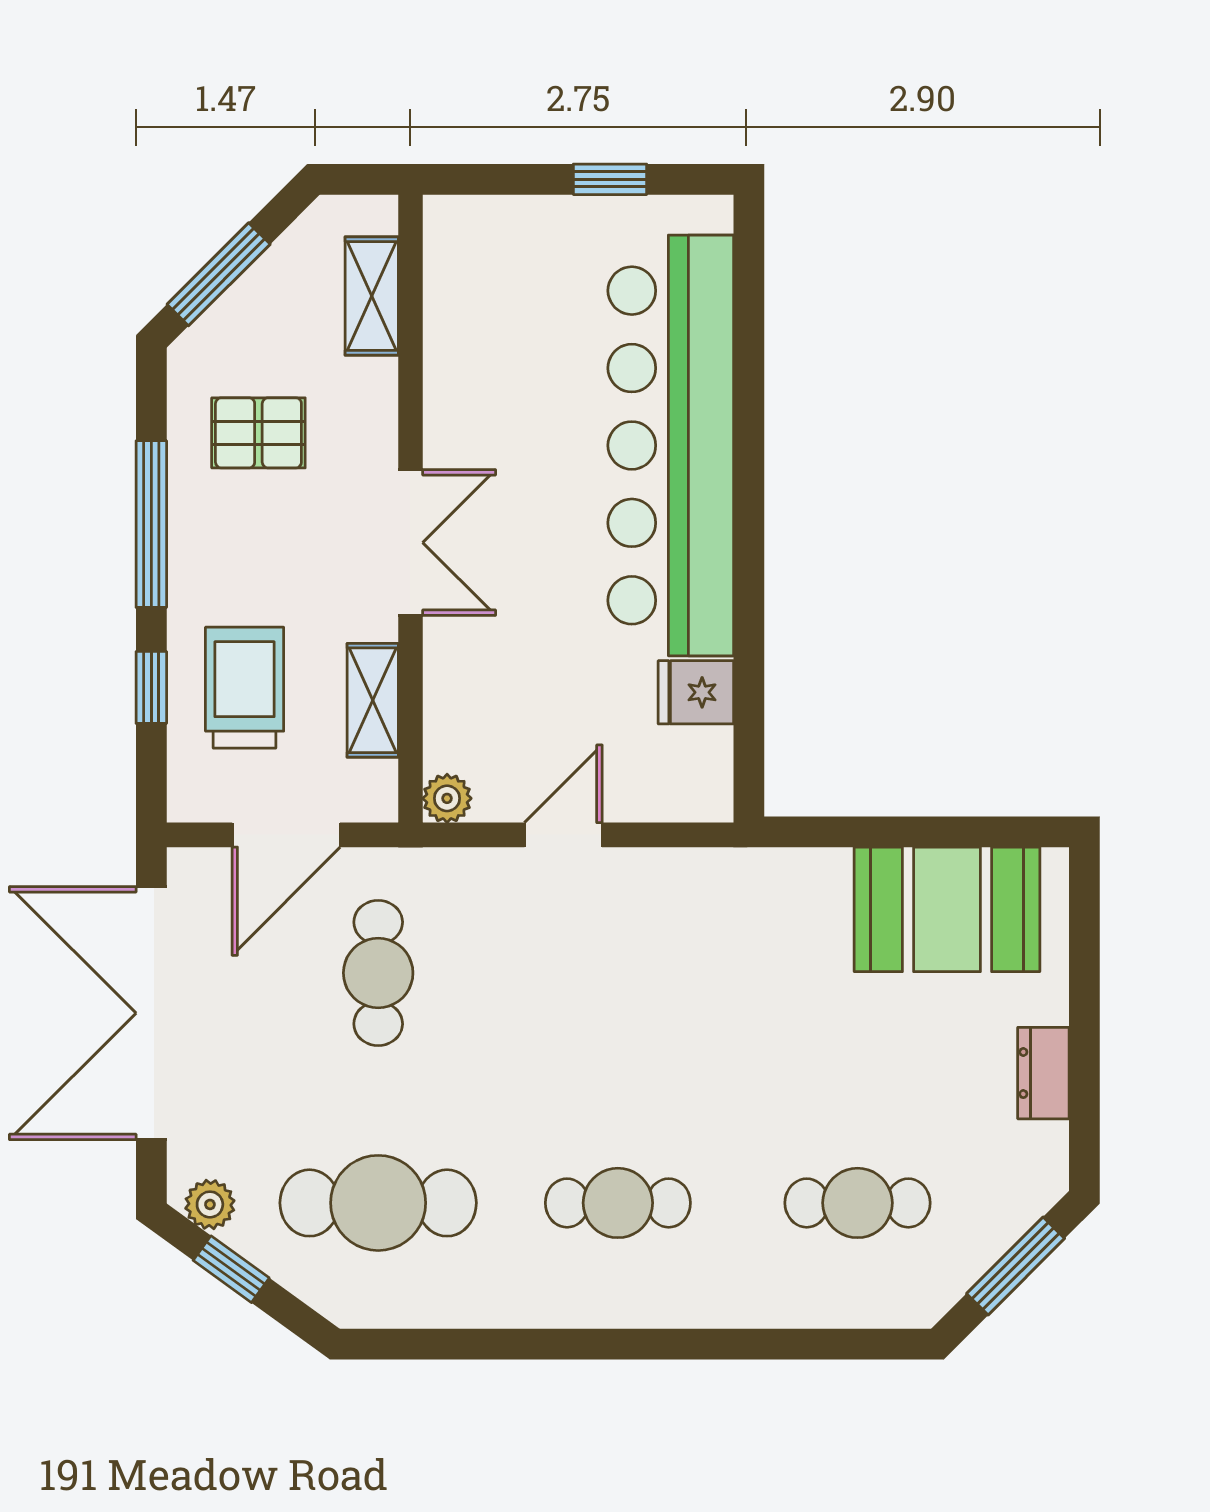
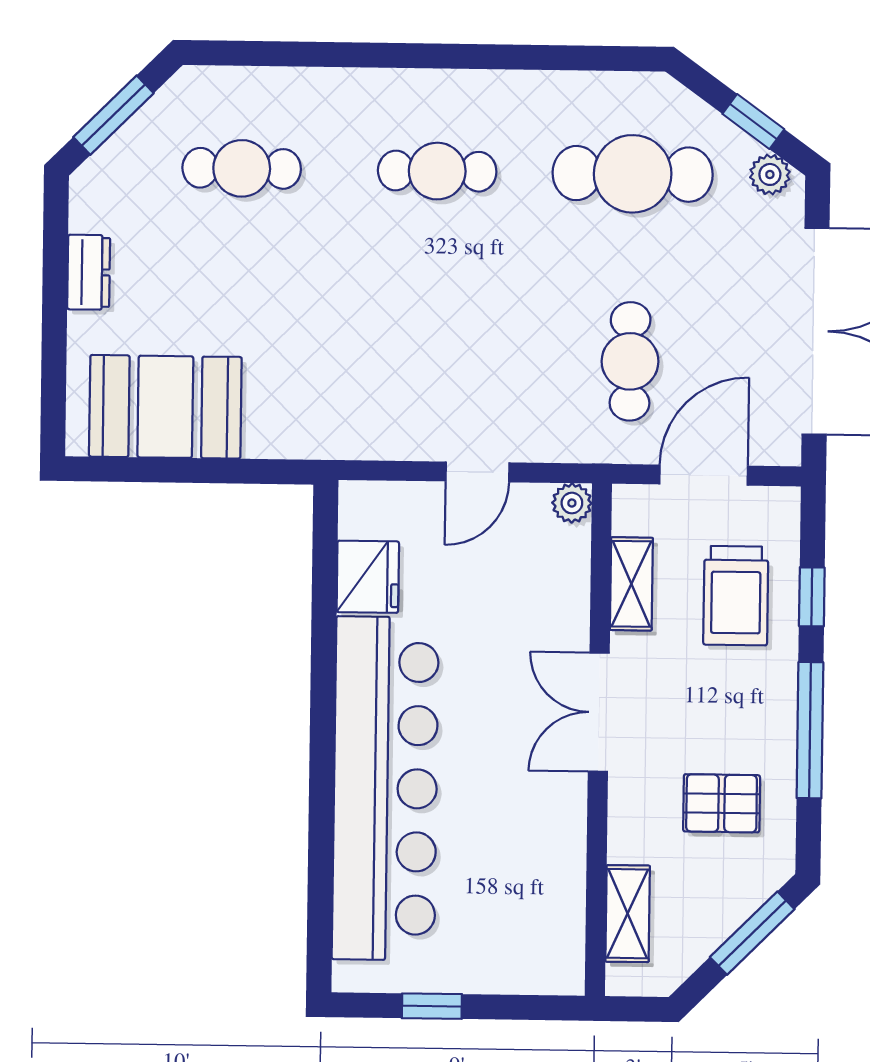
fridge: (696, 692) -> (368, 577), width x1.38

